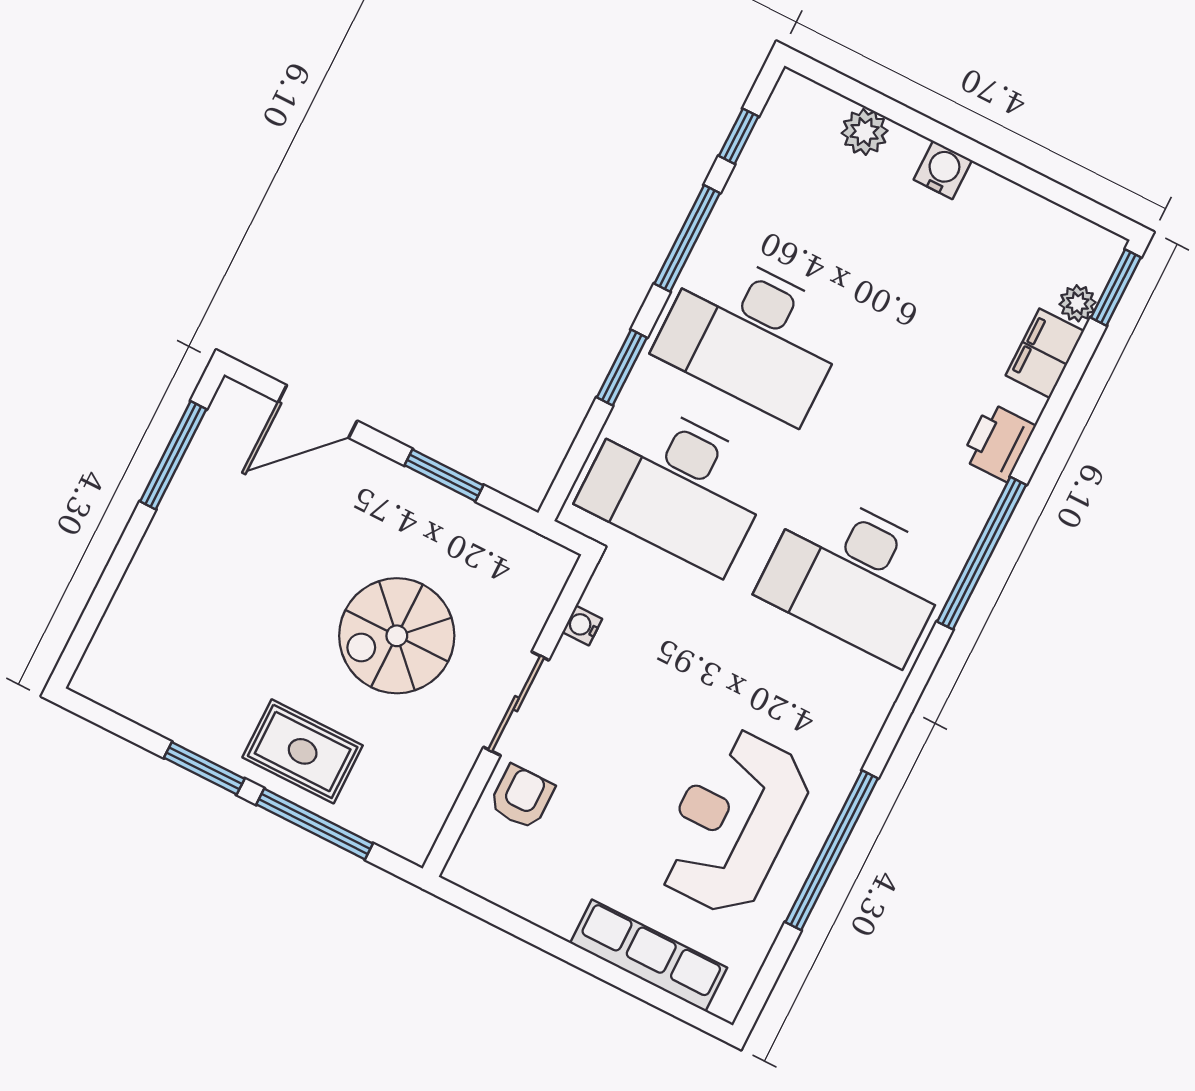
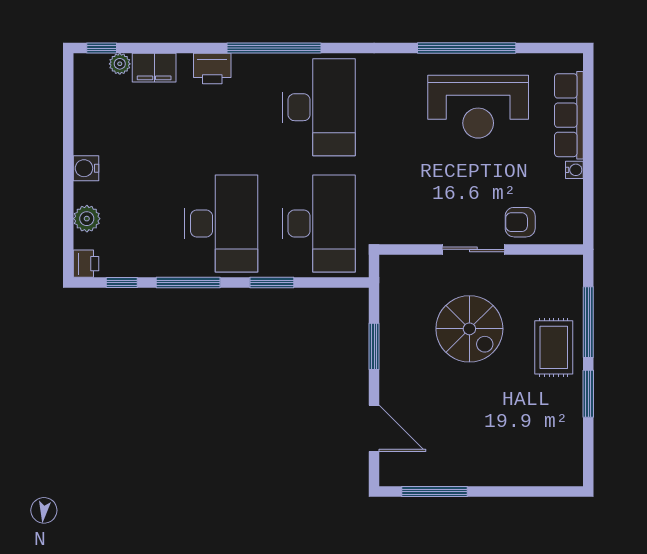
printer: (796, 96) -> (86, 264), added
window: (1116, 287) -> (102, 48), width x0.67
water cooler: (582, 625) -> (574, 170), moved, turned -90

